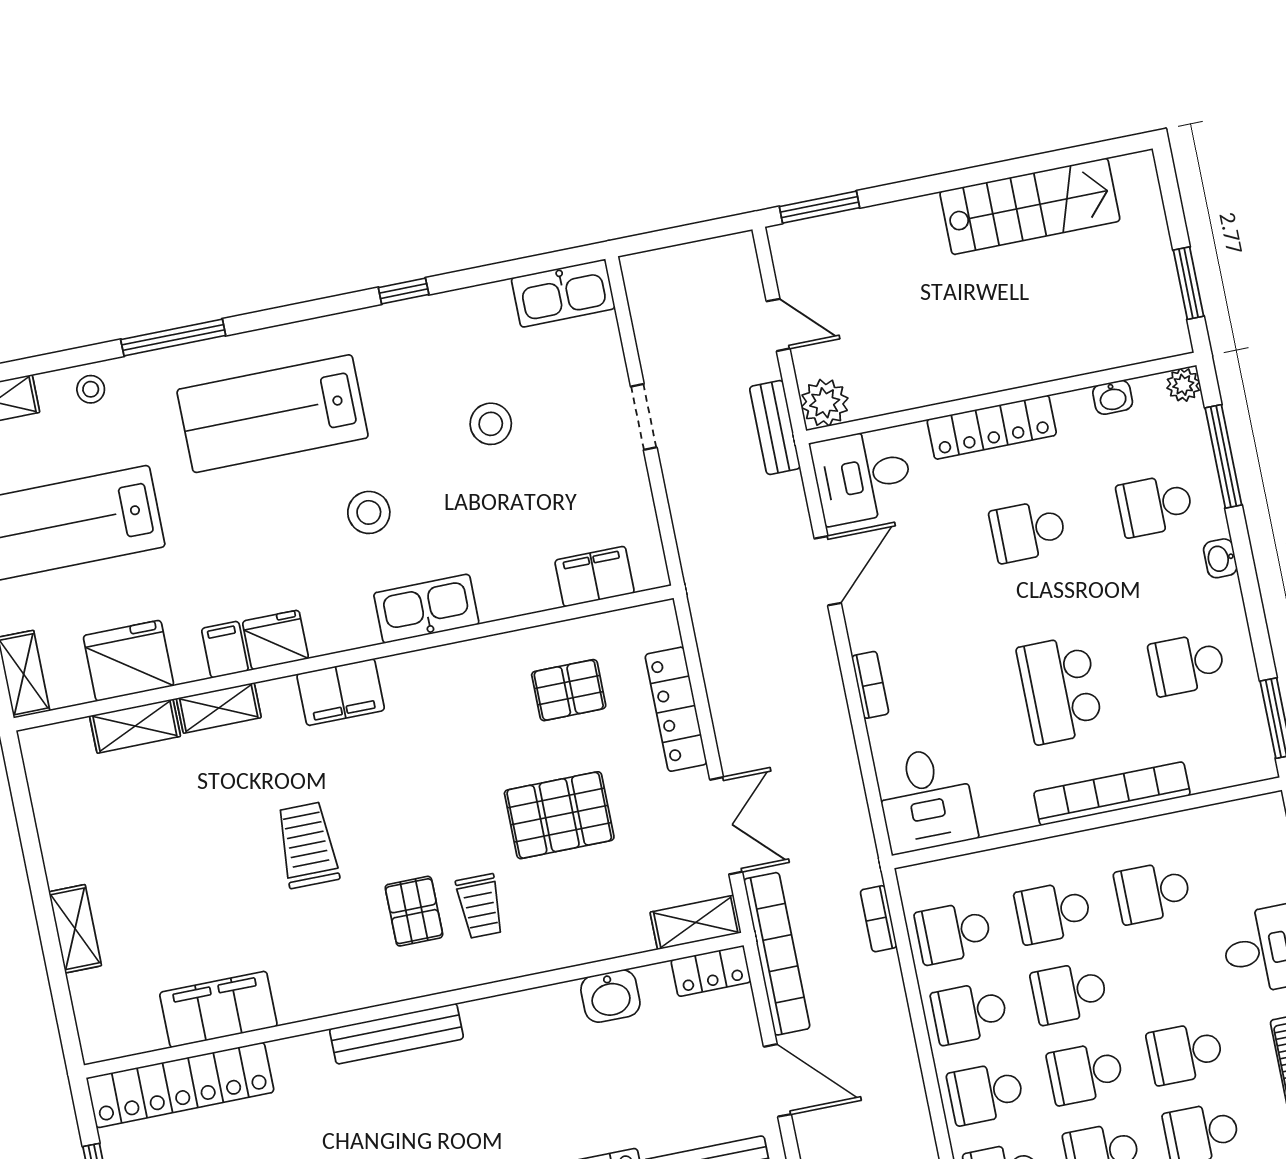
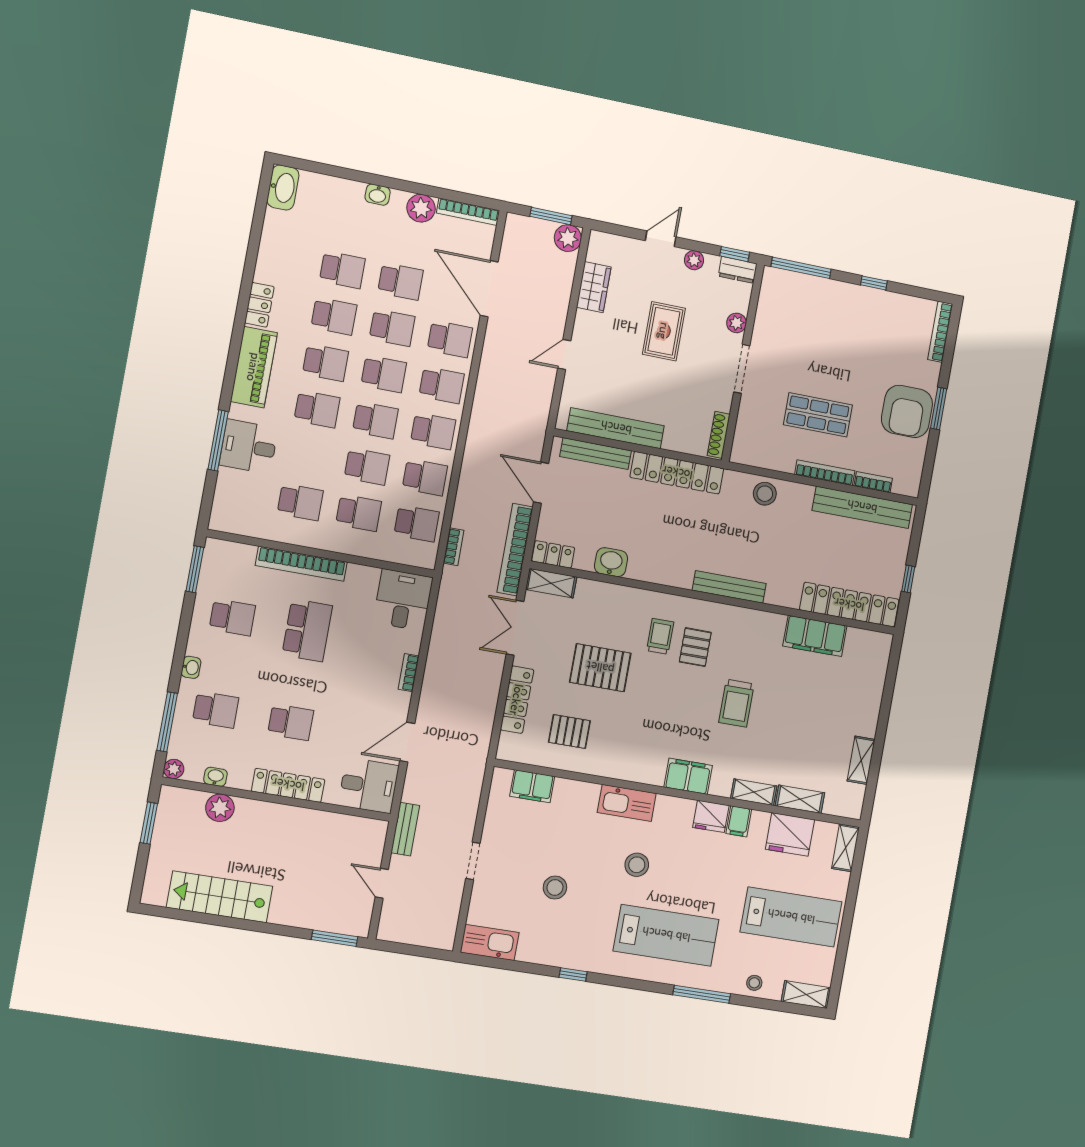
plant: (825, 403) -> (220, 808), moved
shelving: (75, 929) -> (861, 760), moved

